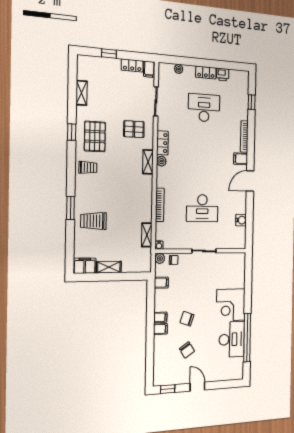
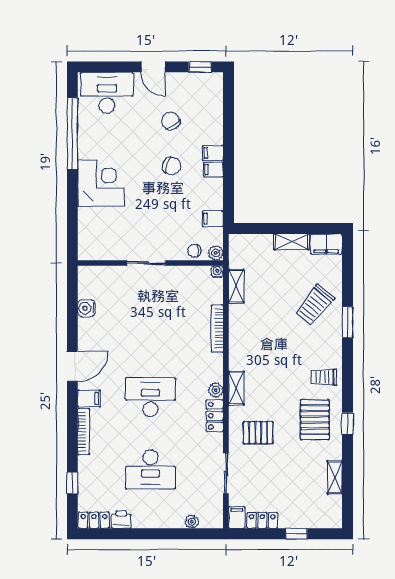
locker: (206, 73) -> (94, 520), moved
desk: (202, 208) -> (150, 397), moved
trolley: (93, 221) -> (315, 305), turned 129
desk: (232, 339) -> (107, 93), moved, turned 90

